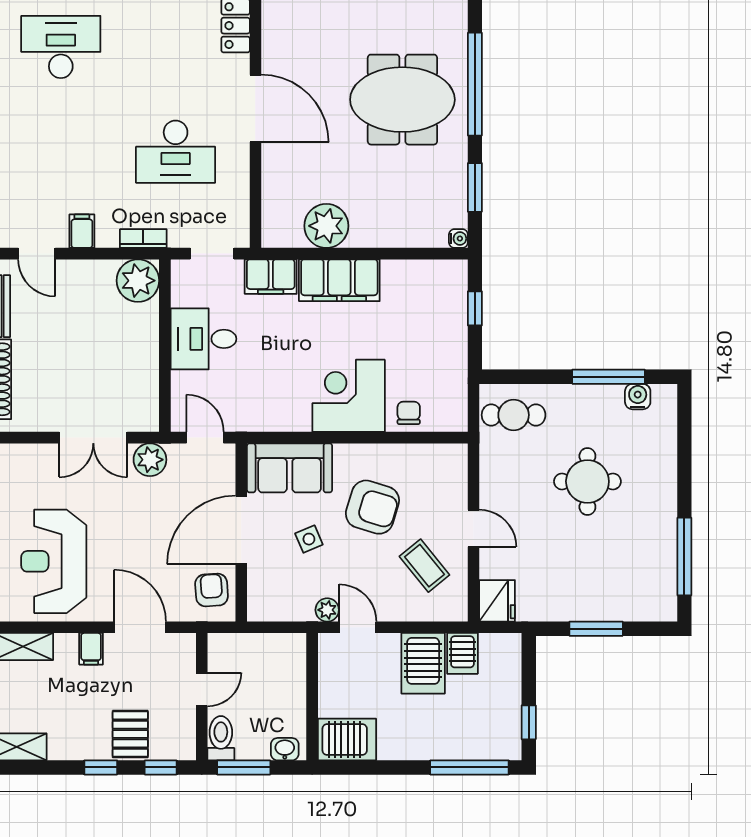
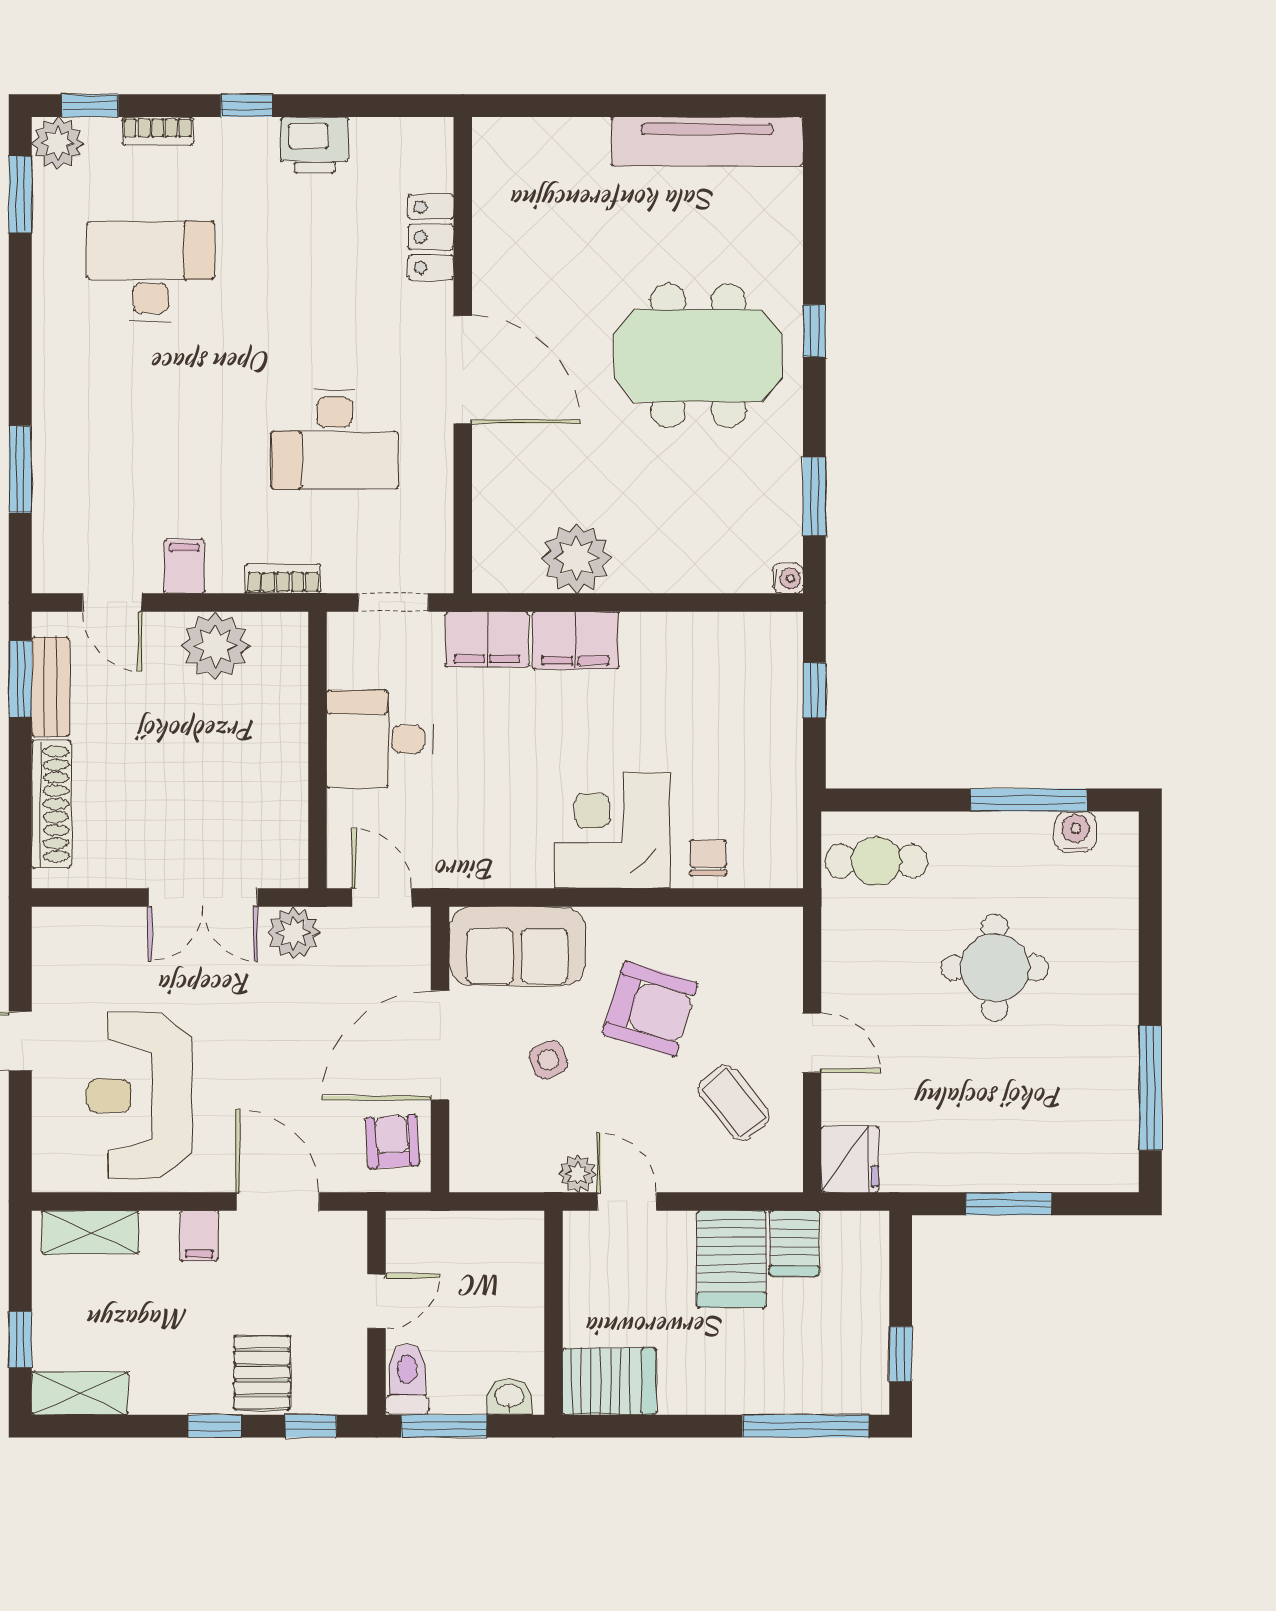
window: (475, 84) -> (814, 331), width x0.32
filing cabinet: (339, 280) -> (575, 640), width x0.67, depth x0.86
plant: (138, 281) -> (215, 646), moved

